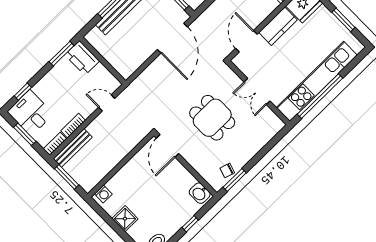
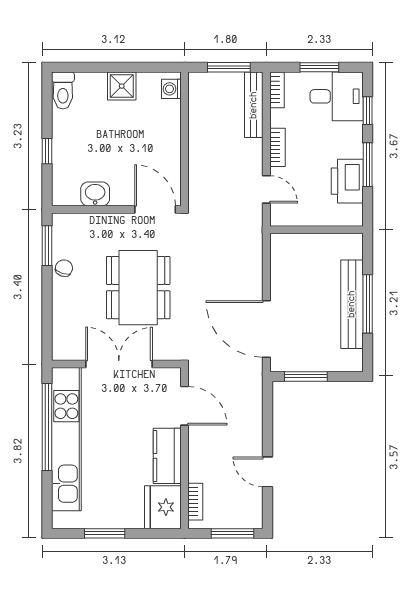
window: (62, 54) -> (368, 165), moved
printer: (82, 58) -> (347, 181), moved, turned -90
double door: (257, 91) -> (119, 364), width x1.37
door: (107, 103) -> (266, 189), hinge flipped
dining table: (212, 118) -> (138, 288), width x1.38
bookcase: (73, 126) -> (277, 147), moved
chair: (227, 170) -> (64, 268), moved
washbasin: (200, 193) -> (95, 194), moved

